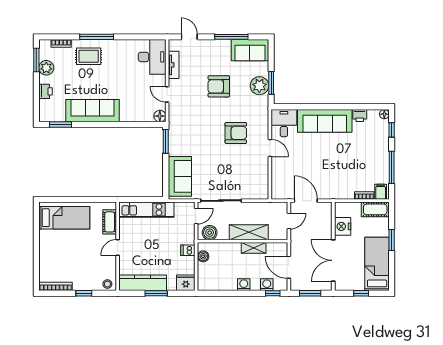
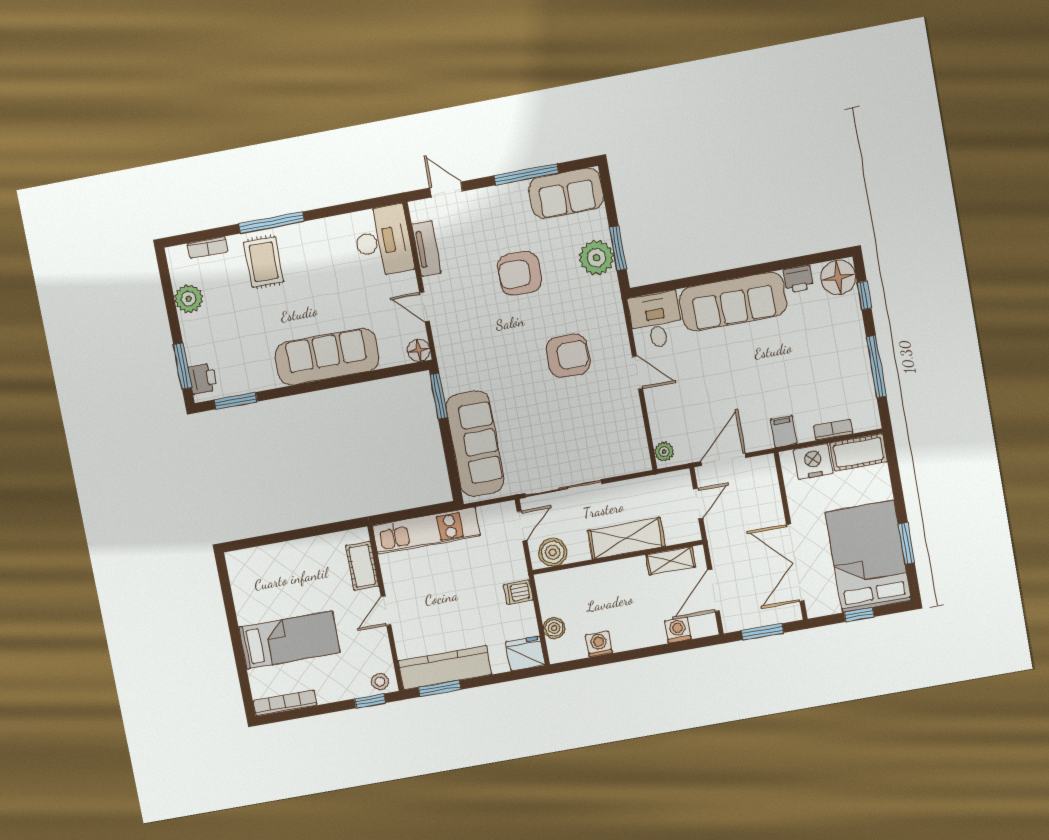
rug: (89, 56) -> (264, 262), turned 90
window: (36, 60) -> (183, 366), moved
printer: (46, 91) -> (203, 379), moved
sofa: (92, 111) -> (327, 357), moved
floor lamp: (384, 114) -> (838, 277), width x1.89, depth x1.89
sofa: (180, 176) -> (475, 444), width x1.36
plant: (276, 191) -> (664, 452), added
filing cabinet: (381, 192) -> (784, 431), moved
door: (306, 201) -> (723, 460), hinge flipped
bed: (64, 218) -> (289, 640), moved
nightstand: (343, 226) -> (813, 461), moved, turned 90
window: (392, 240) -> (906, 543), moved
shelving: (254, 248) -> (671, 561), moved
boiler: (203, 256) -> (554, 628), moved
bed: (377, 264) -> (868, 556), width x1.50
door: (289, 267) -> (714, 590), hinge flipped
washing machine: (244, 285) -> (599, 644), moved
window: (84, 293) -> (370, 701), moved
window: (156, 293) -> (440, 689), moved
window: (273, 293) -> (692, 644), removed

